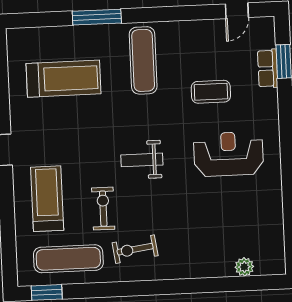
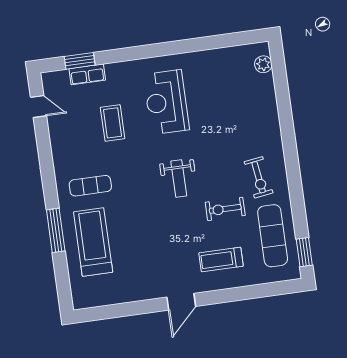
exercise mat: (143, 60) -> (90, 186), width x0.73, depth x0.69
treadmill: (64, 79) -> (93, 242), moved
treadmill: (47, 199) -> (221, 259), width x0.73, depth x0.73
plant: (244, 267) -> (263, 64), moved

